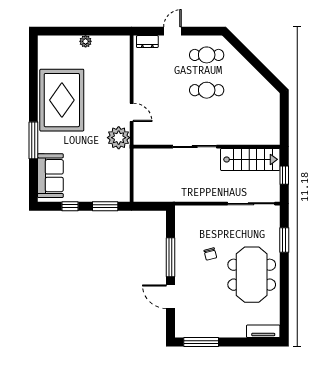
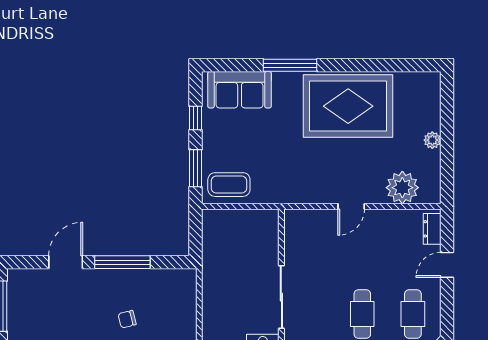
door: (172, 31) -> (447, 265), swing flipped
door: (132, 112) -> (351, 206), moved
plant: (119, 138) -> (402, 188), moved
coffee table: (116, 183) -> (229, 185), added

